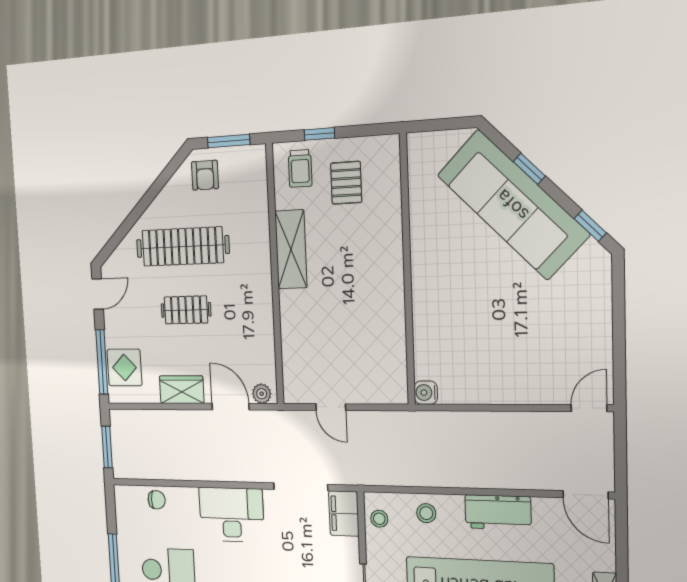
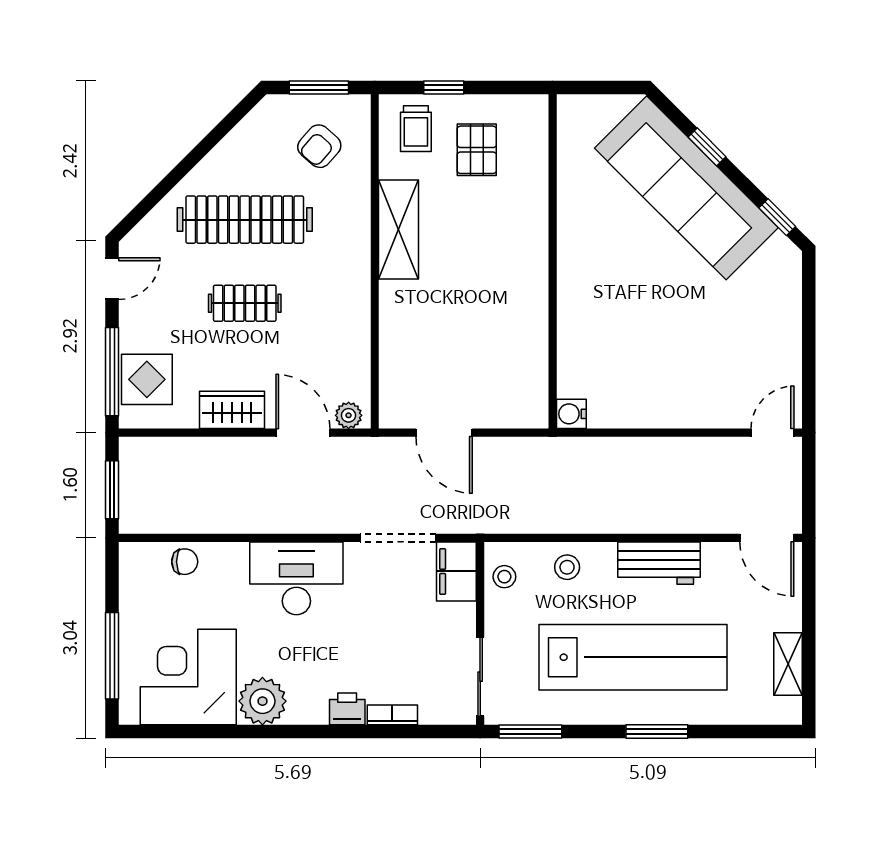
armchair: (205, 175) -> (319, 146), moved, turned 41
door: (331, 407) -> (444, 433), width x1.38

